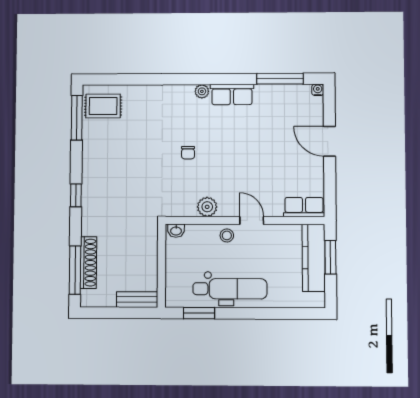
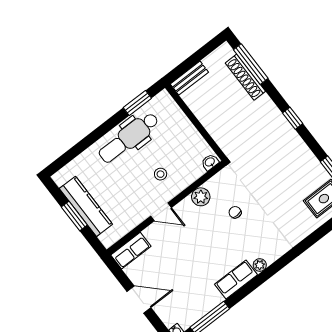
plant: (207, 207) -> (201, 197), moved
row of seats: (304, 207) -> (131, 251), moved
wall: (245, 220) -> (166, 208), moved
door: (252, 220) -> (161, 212), moved
washbasin: (176, 231) -> (210, 162), moved

